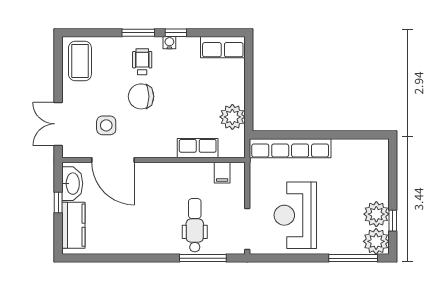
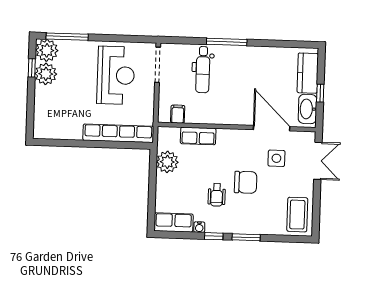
water cooler: (169, 43) -> (199, 227), moved
wheelchair: (142, 62) -> (217, 195), moved
window: (203, 258) -> (227, 42), moved

